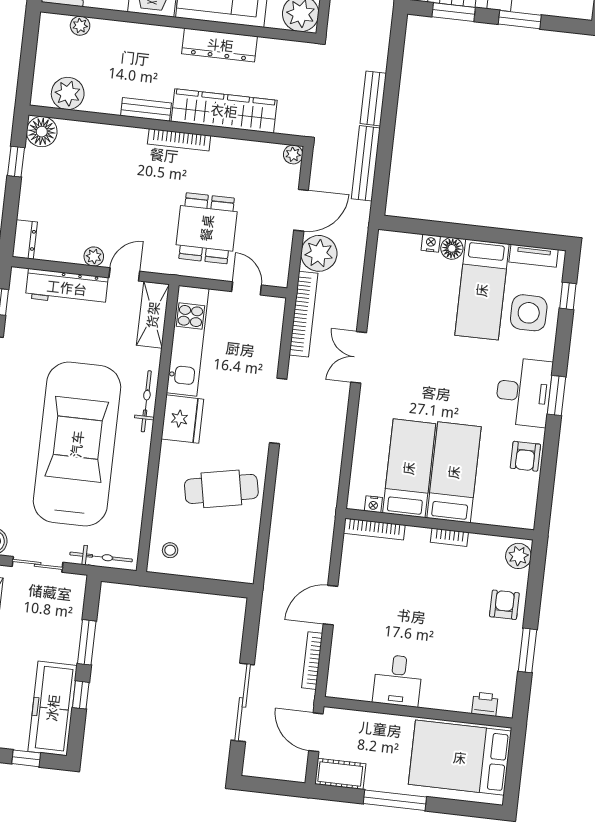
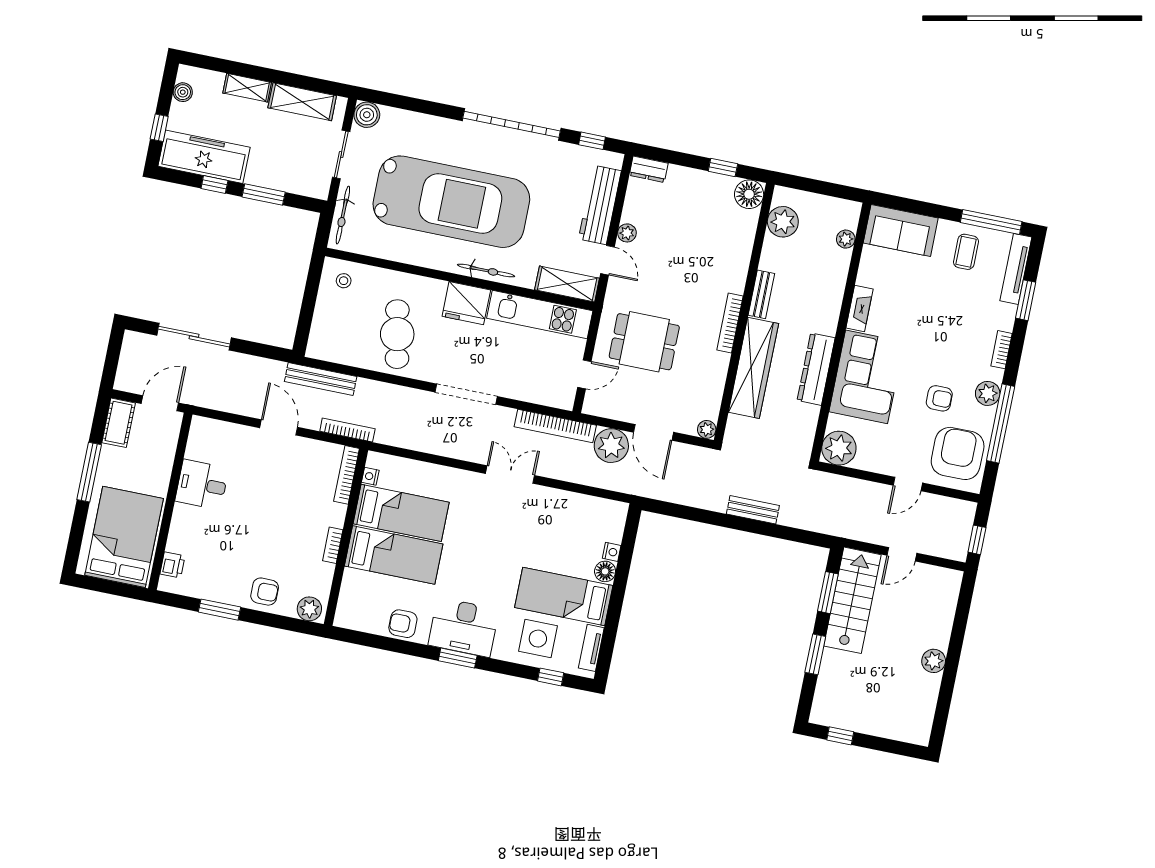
bench: (366, 163) -> (321, 379), moved
bookcase: (312, 661) -> (347, 430), moved

